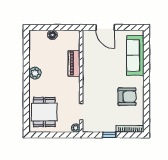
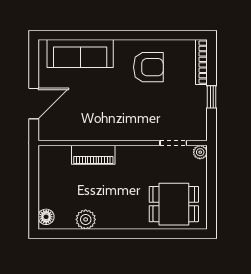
floor lamp: (52, 35) -> (46, 217), moved
plant: (35, 73) -> (86, 219), moved
armchair: (127, 97) -> (148, 67), turned 90

